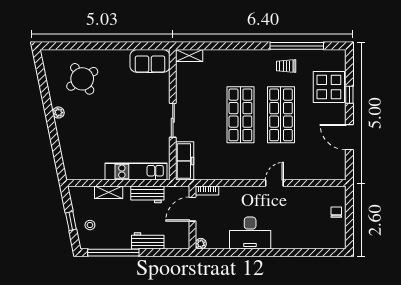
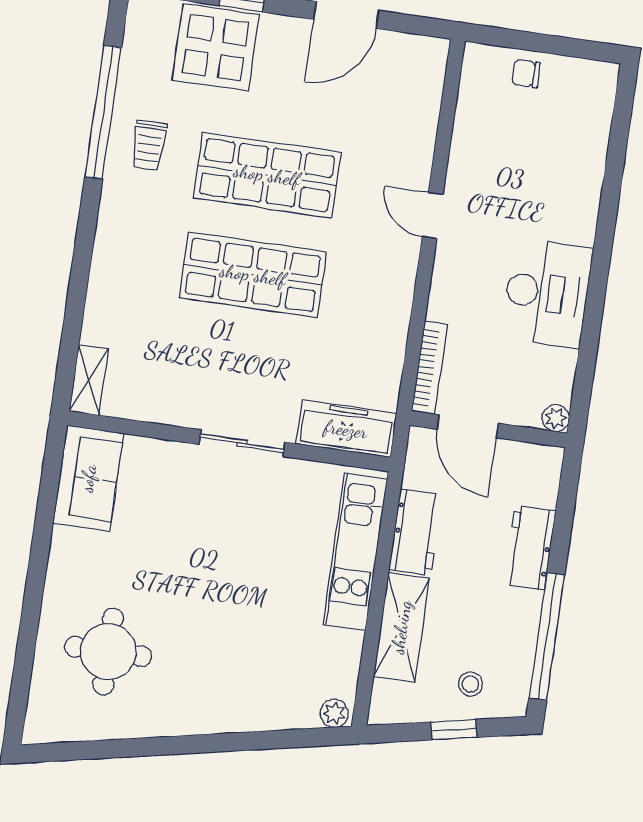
round table: (82, 79) -> (108, 651), turned 33
plant: (58, 113) -> (334, 713), moved
bookcase: (207, 191) -> (429, 368), width x1.56
shelving: (109, 192) -> (401, 627), width x1.50, depth x1.33

